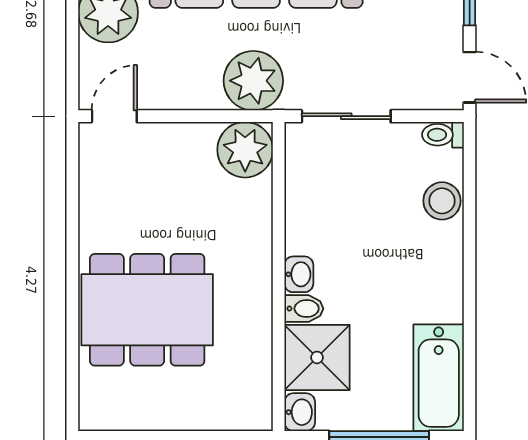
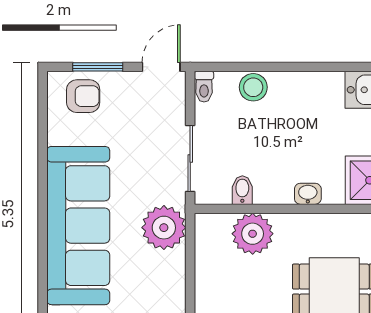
plant: (245, 150) -> (253, 234), moved
bidet: (304, 309) -> (242, 190), moved

